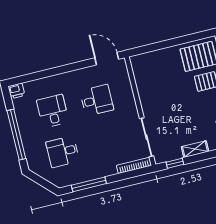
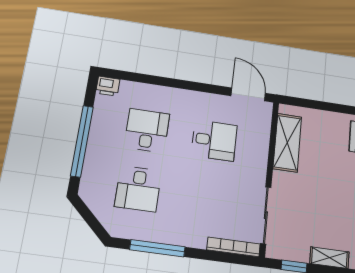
shelving: (144, 82) -> (287, 143), added
desk: (63, 152) -> (138, 189), turned -90

